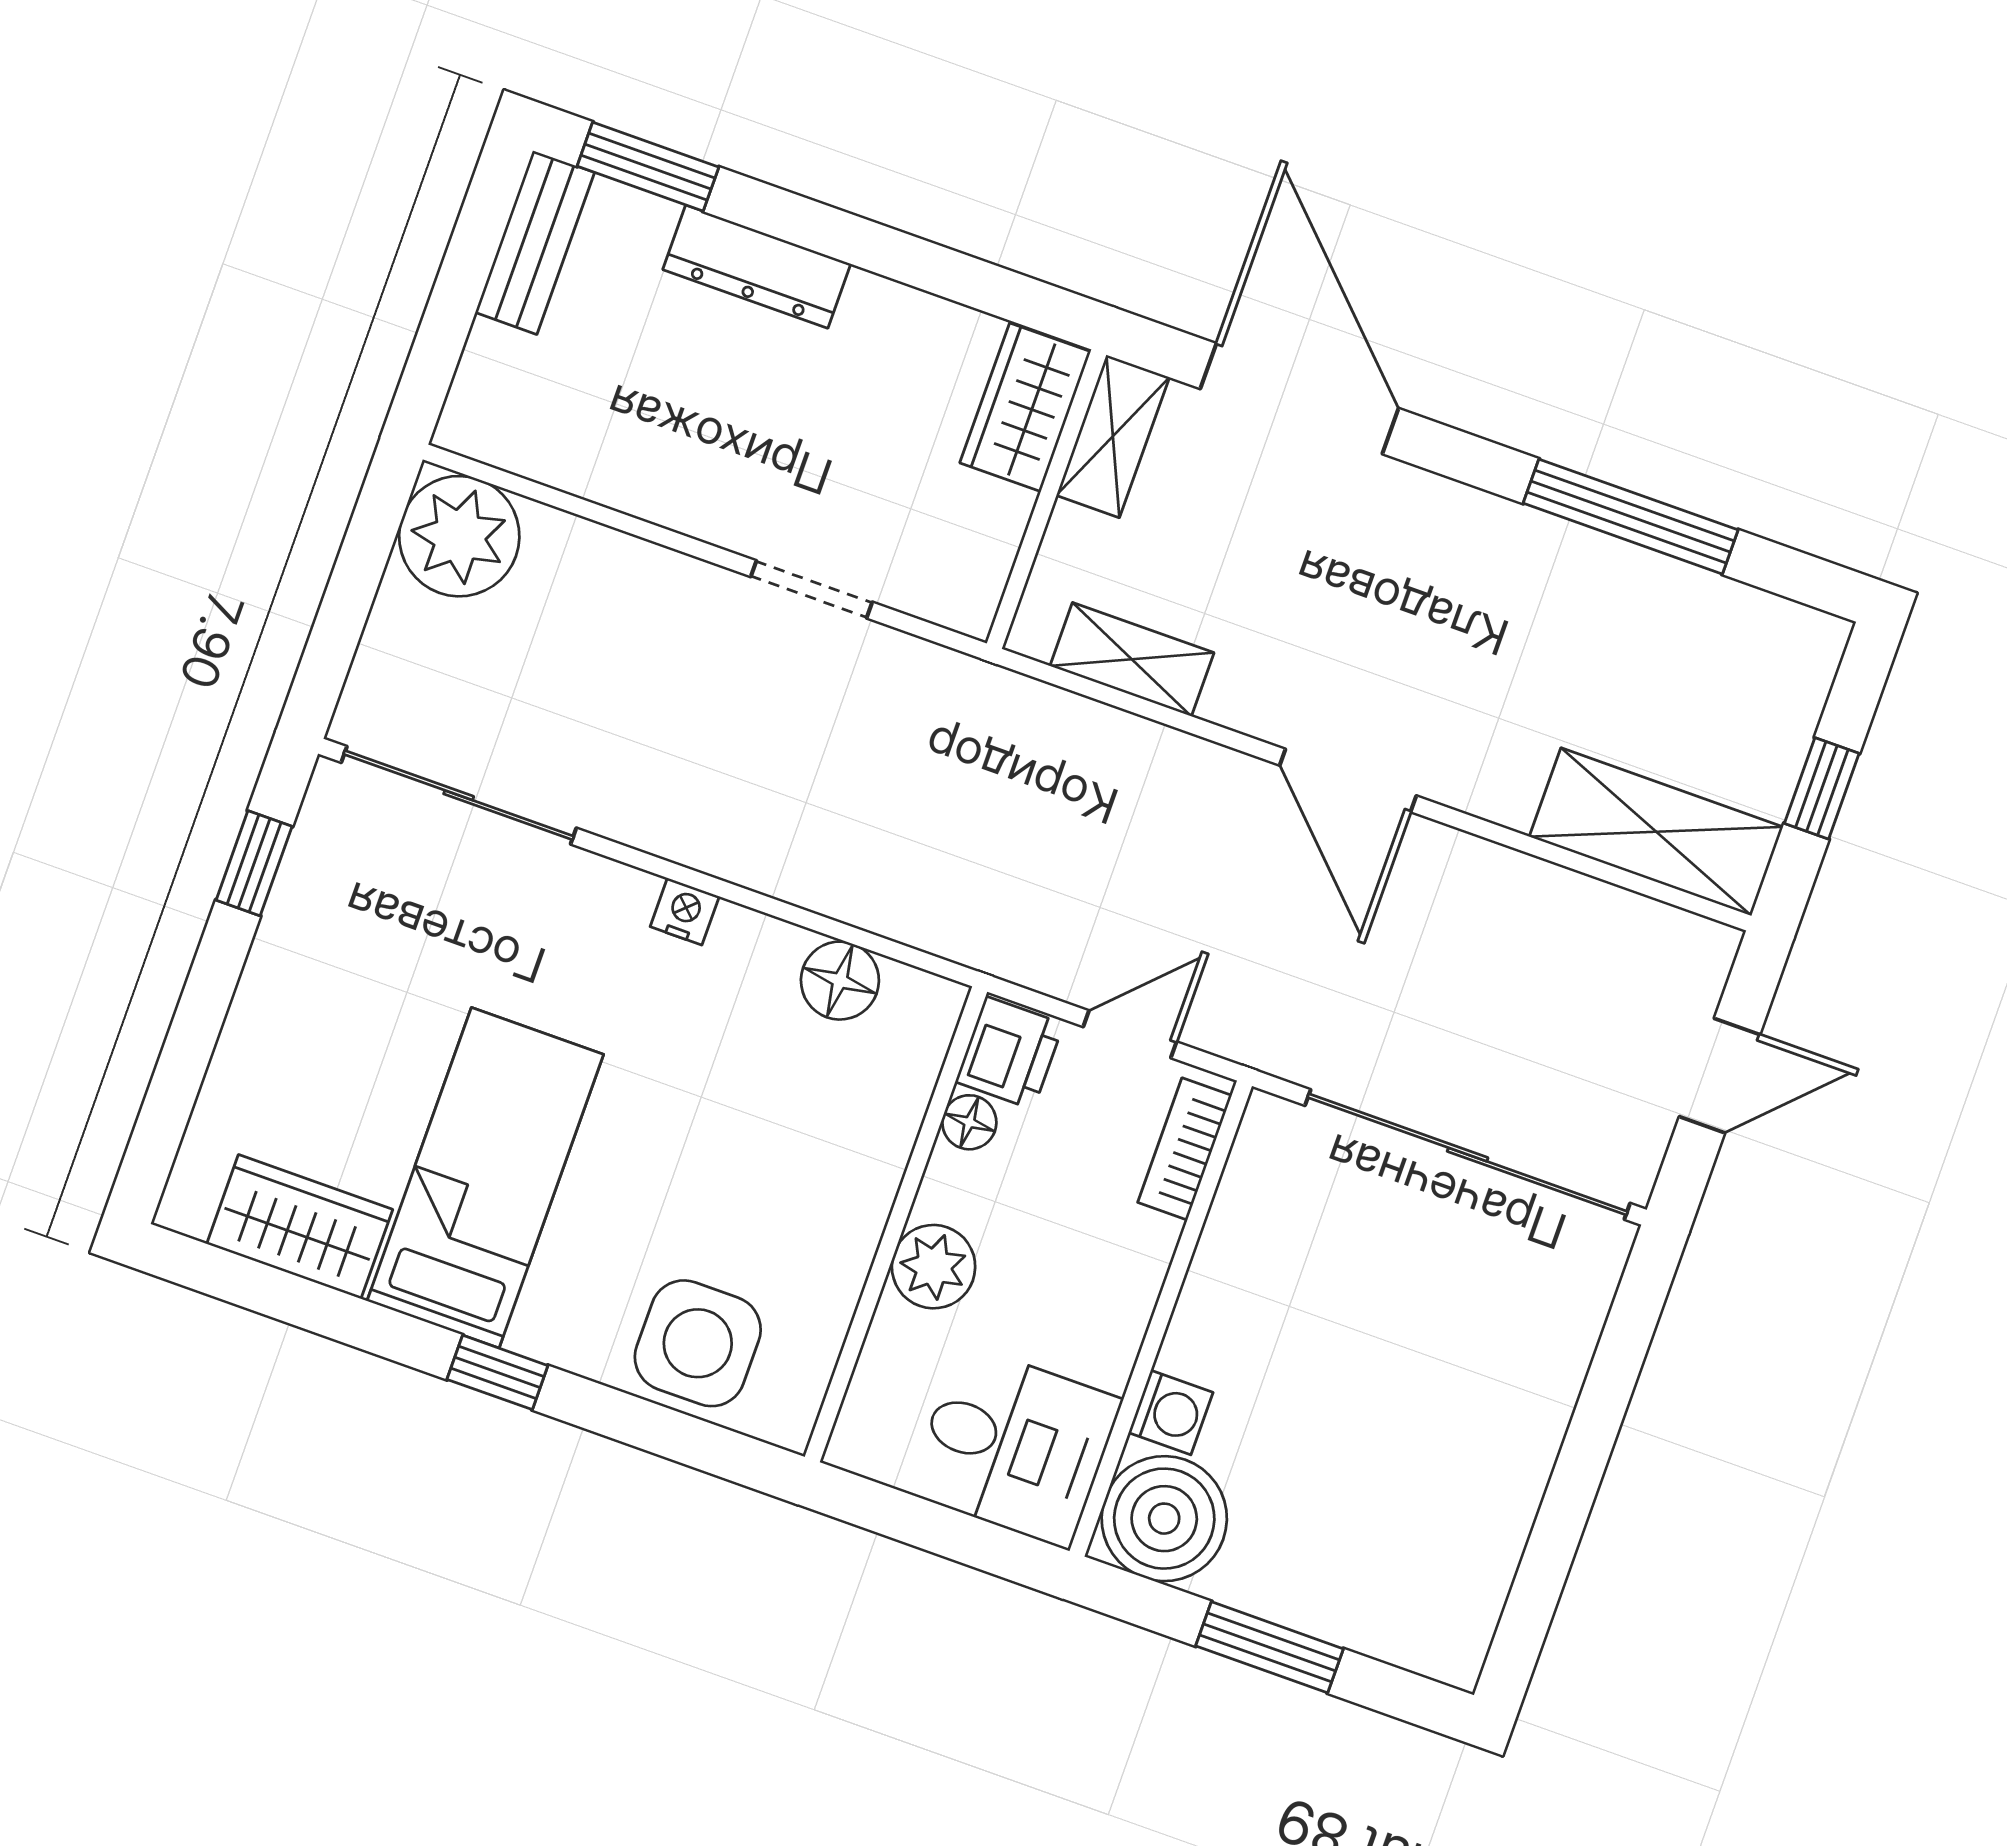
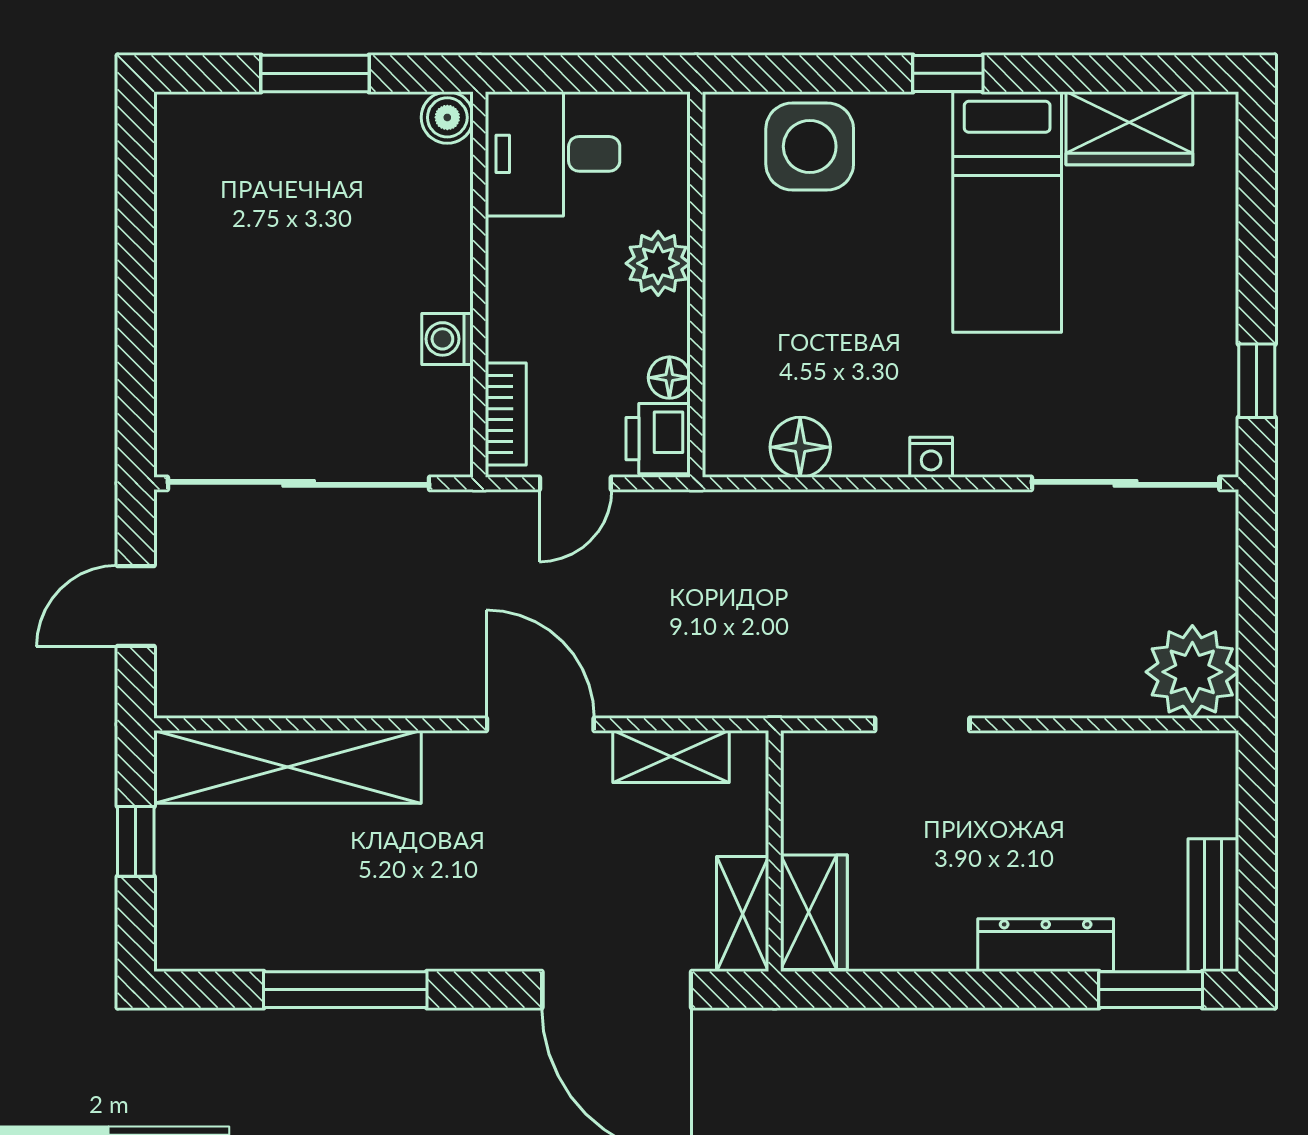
door: (1348, 780) -> (540, 724), moved
shelving: (1656, 832) -> (287, 767), width x1.47
washing machine: (1171, 1413) -> (448, 339), moved
boiler: (1164, 1519) -> (447, 117), width x0.54, depth x0.54

